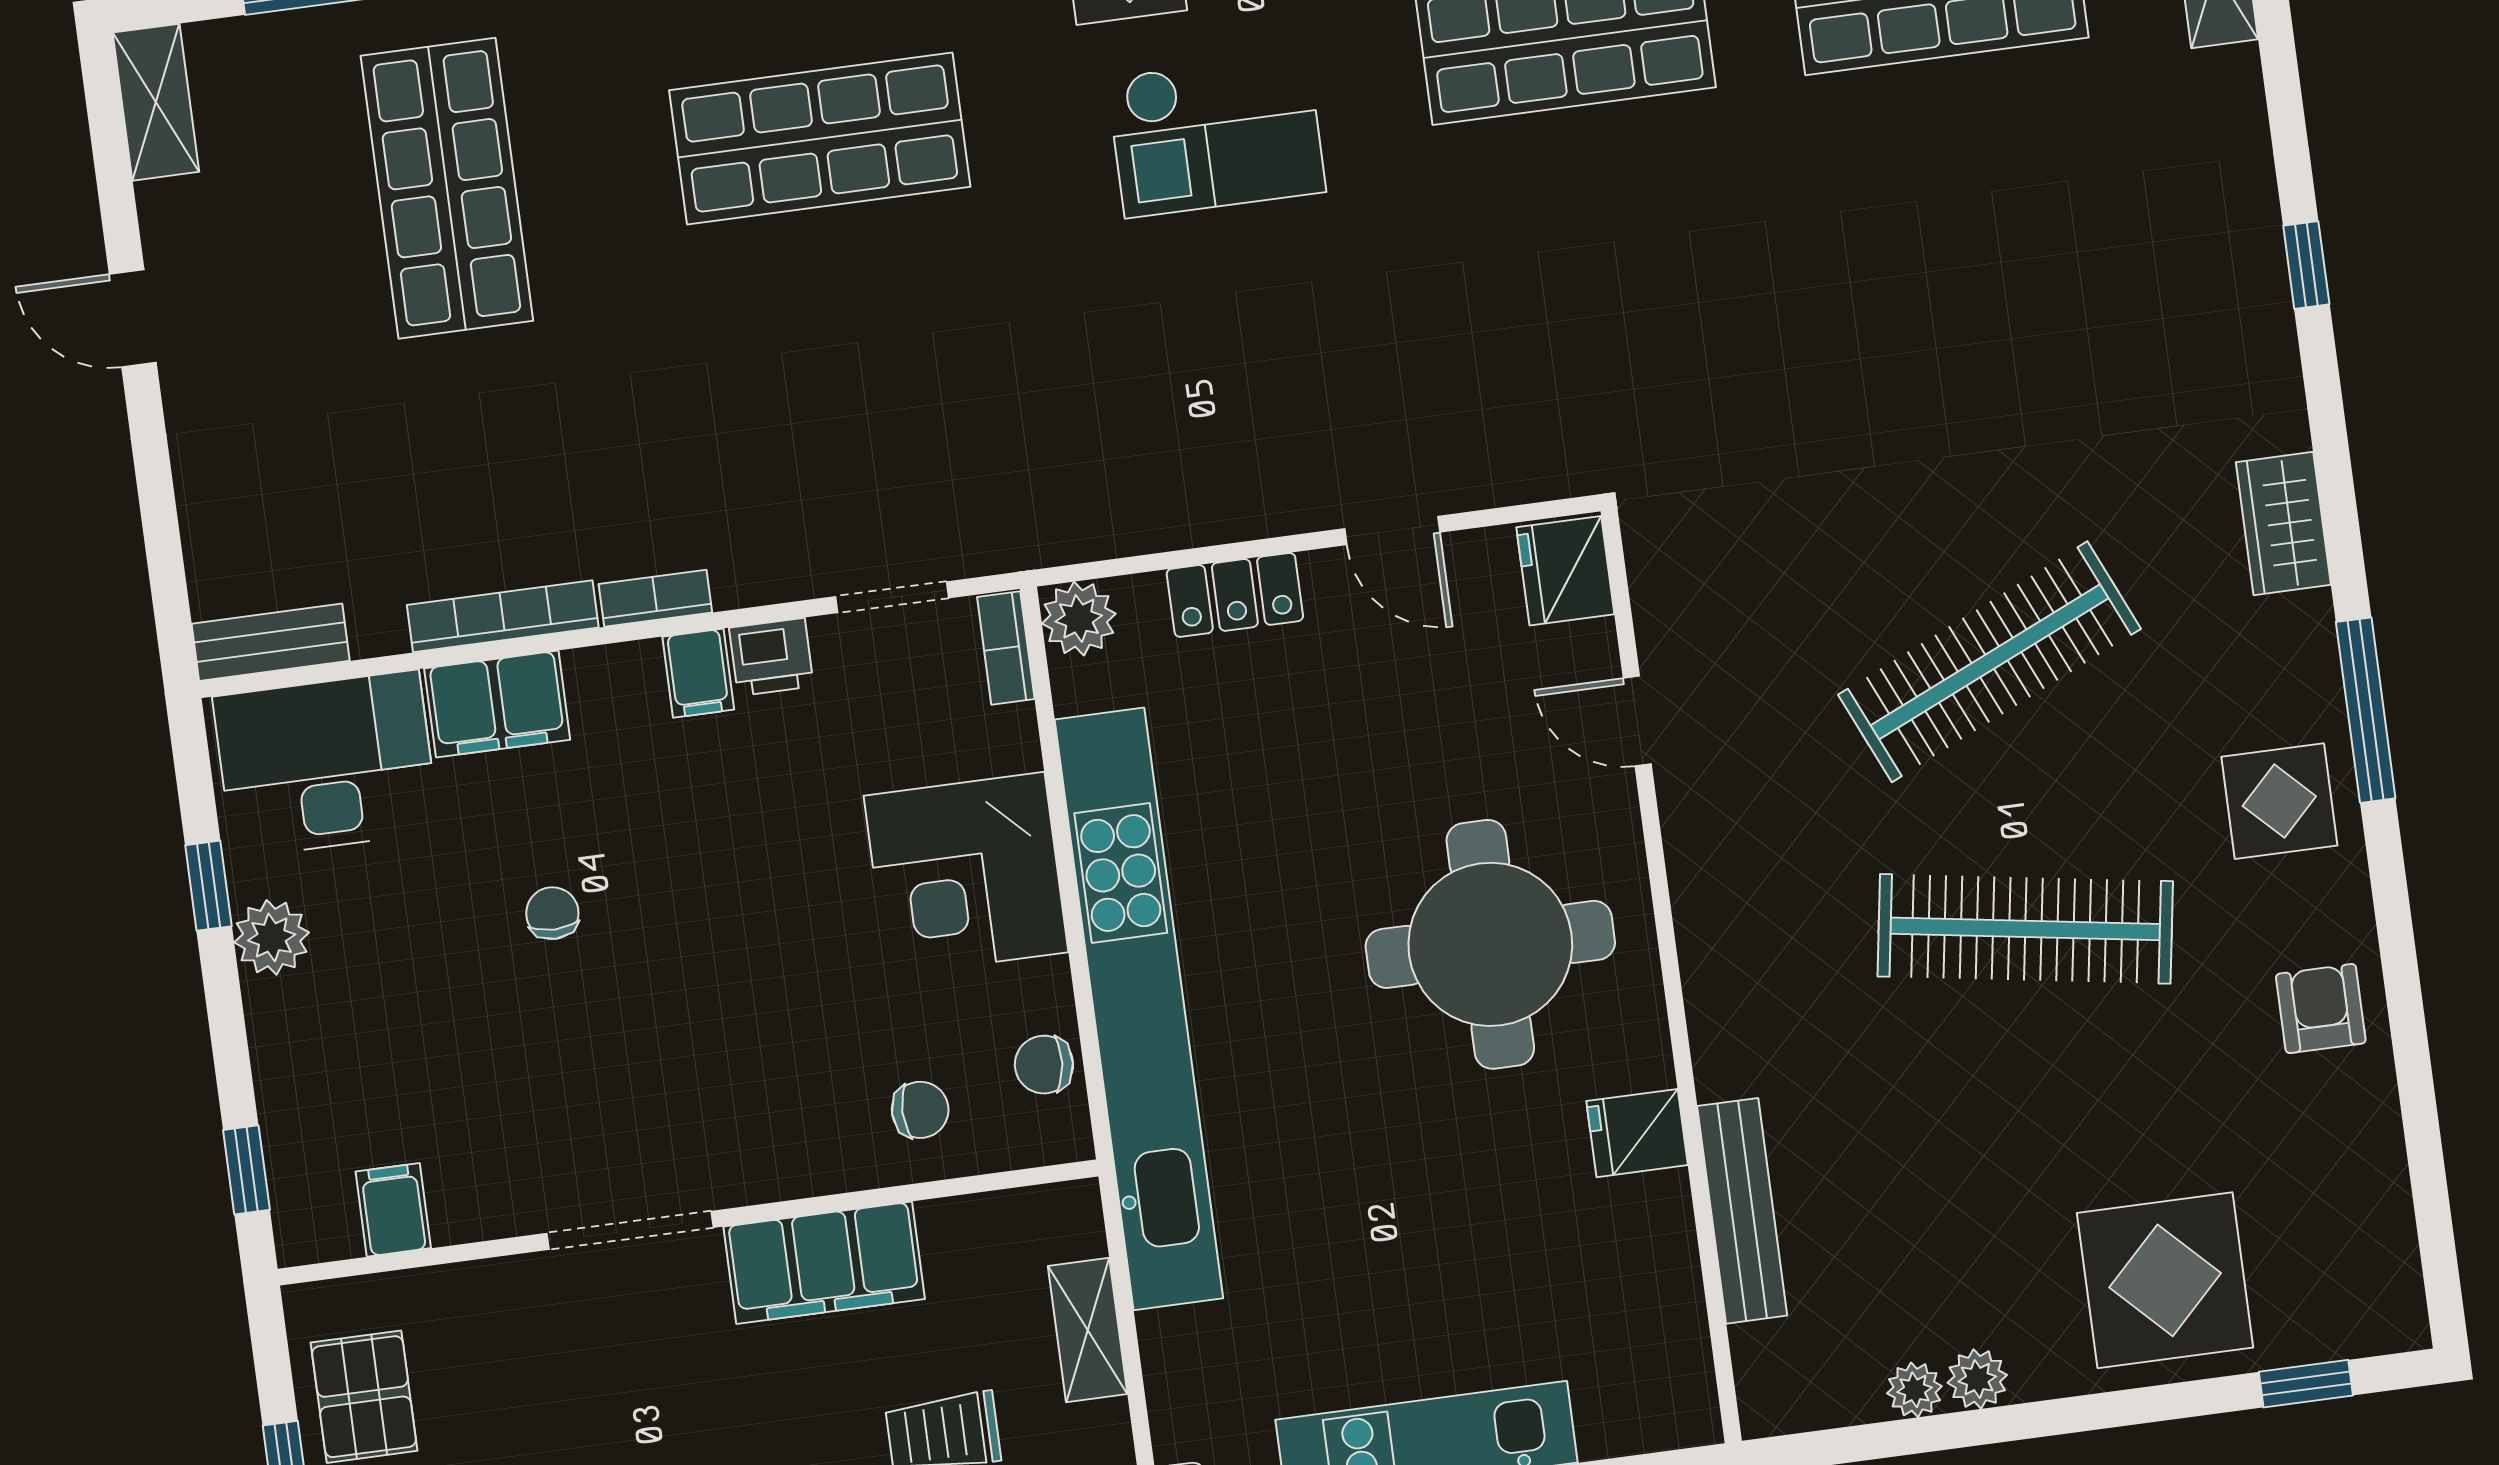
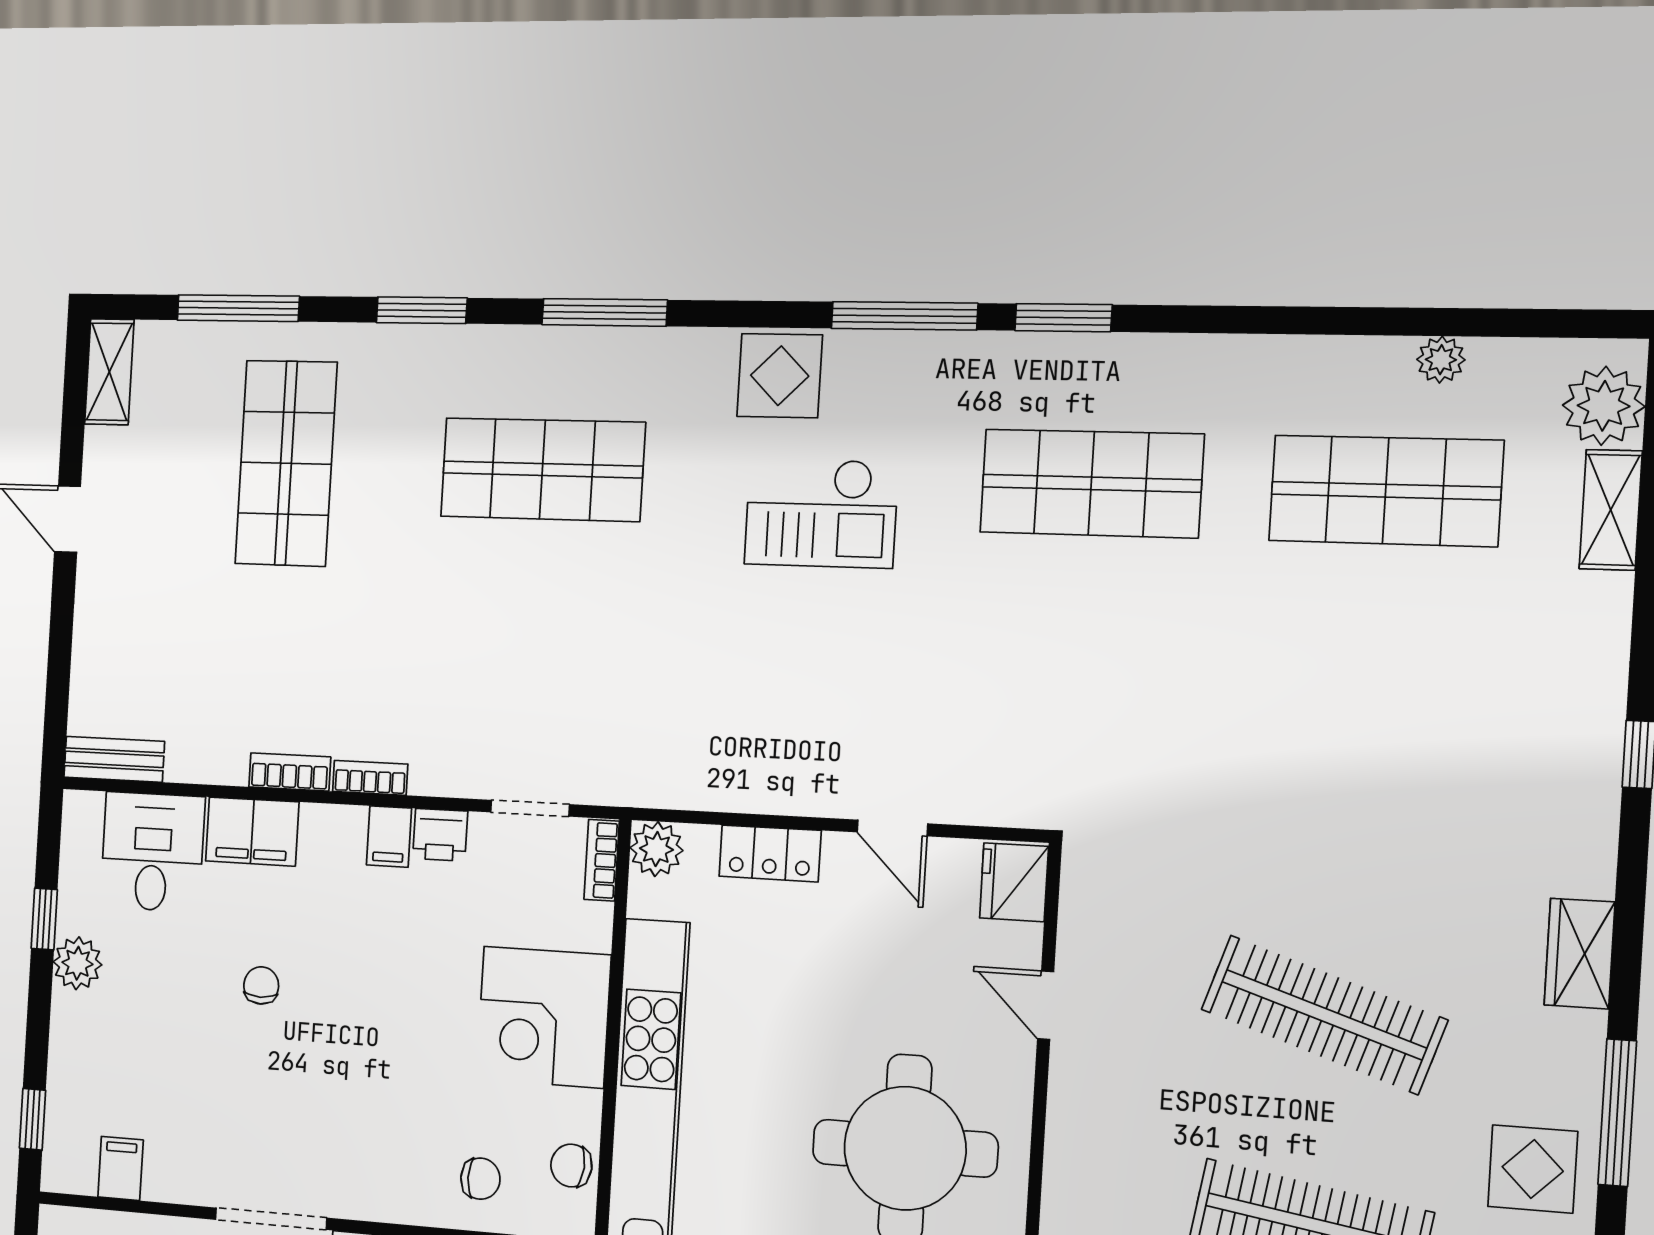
bookcase: (503, 616) -> (290, 772), width x0.64
clothes rail: (1990, 662) -> (1324, 1015), turned 42
desk: (326, 764) -> (152, 852), width x0.73

